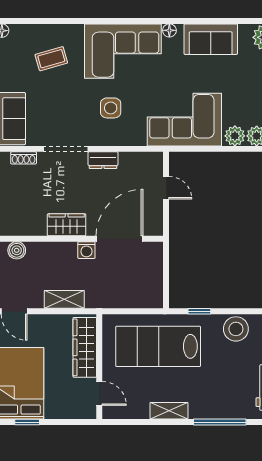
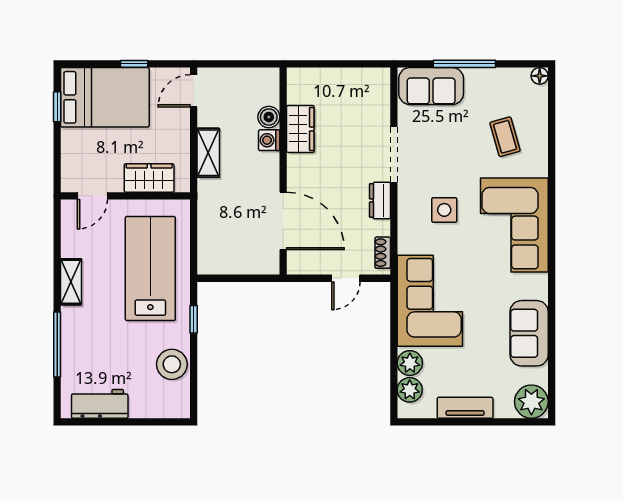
floor lamp: (169, 30) -> (540, 282), removed
shoe rack: (24, 158) -> (383, 253), moved
wardrobe: (67, 225) -> (300, 129), moved
boiler: (17, 250) -> (269, 117), moved
washing machine: (86, 250) -> (269, 140), moved
wardrobe: (85, 347) -> (149, 178), width x0.67

